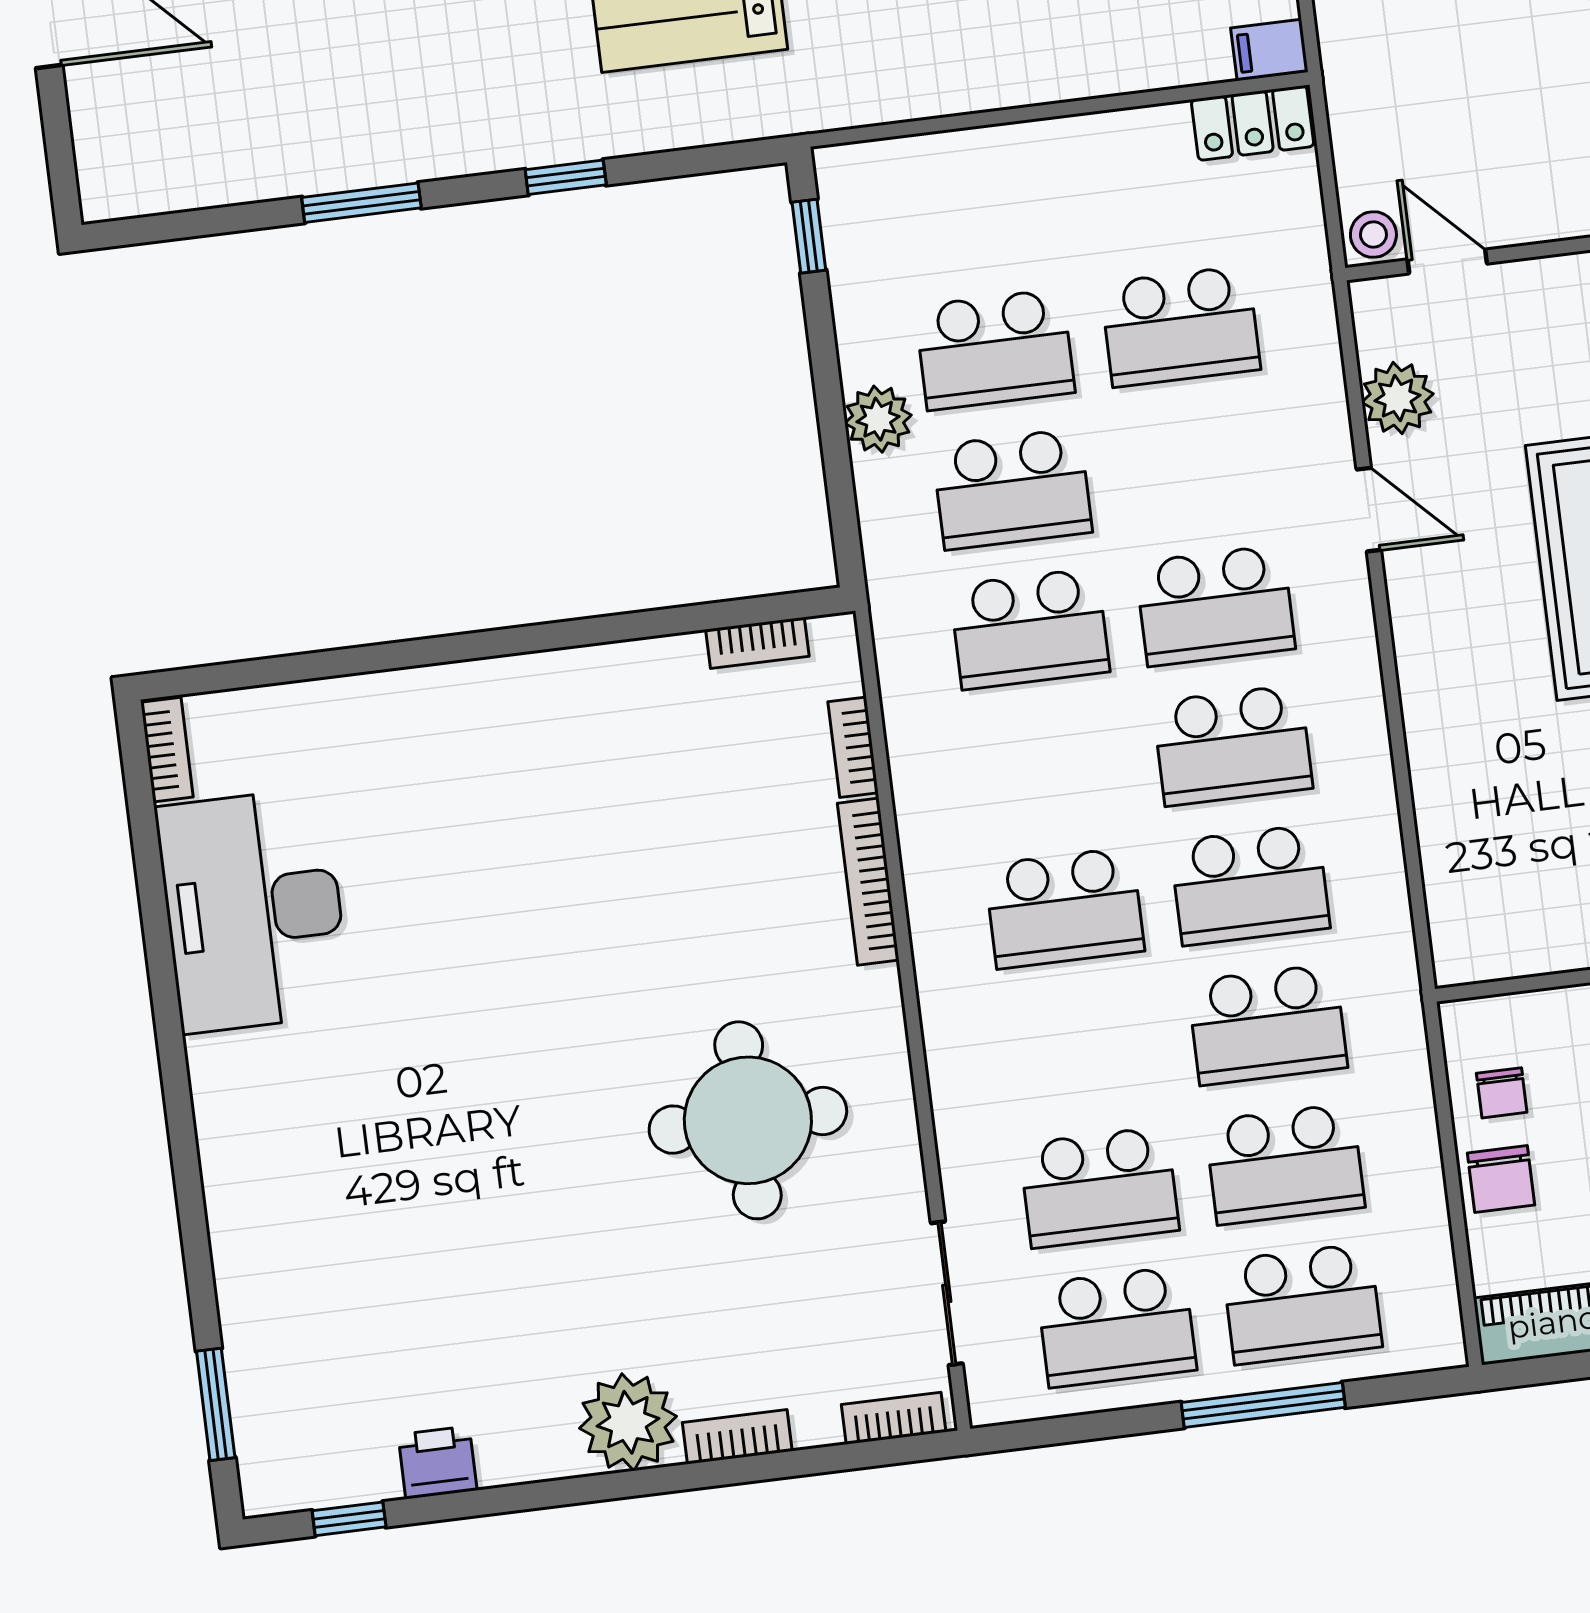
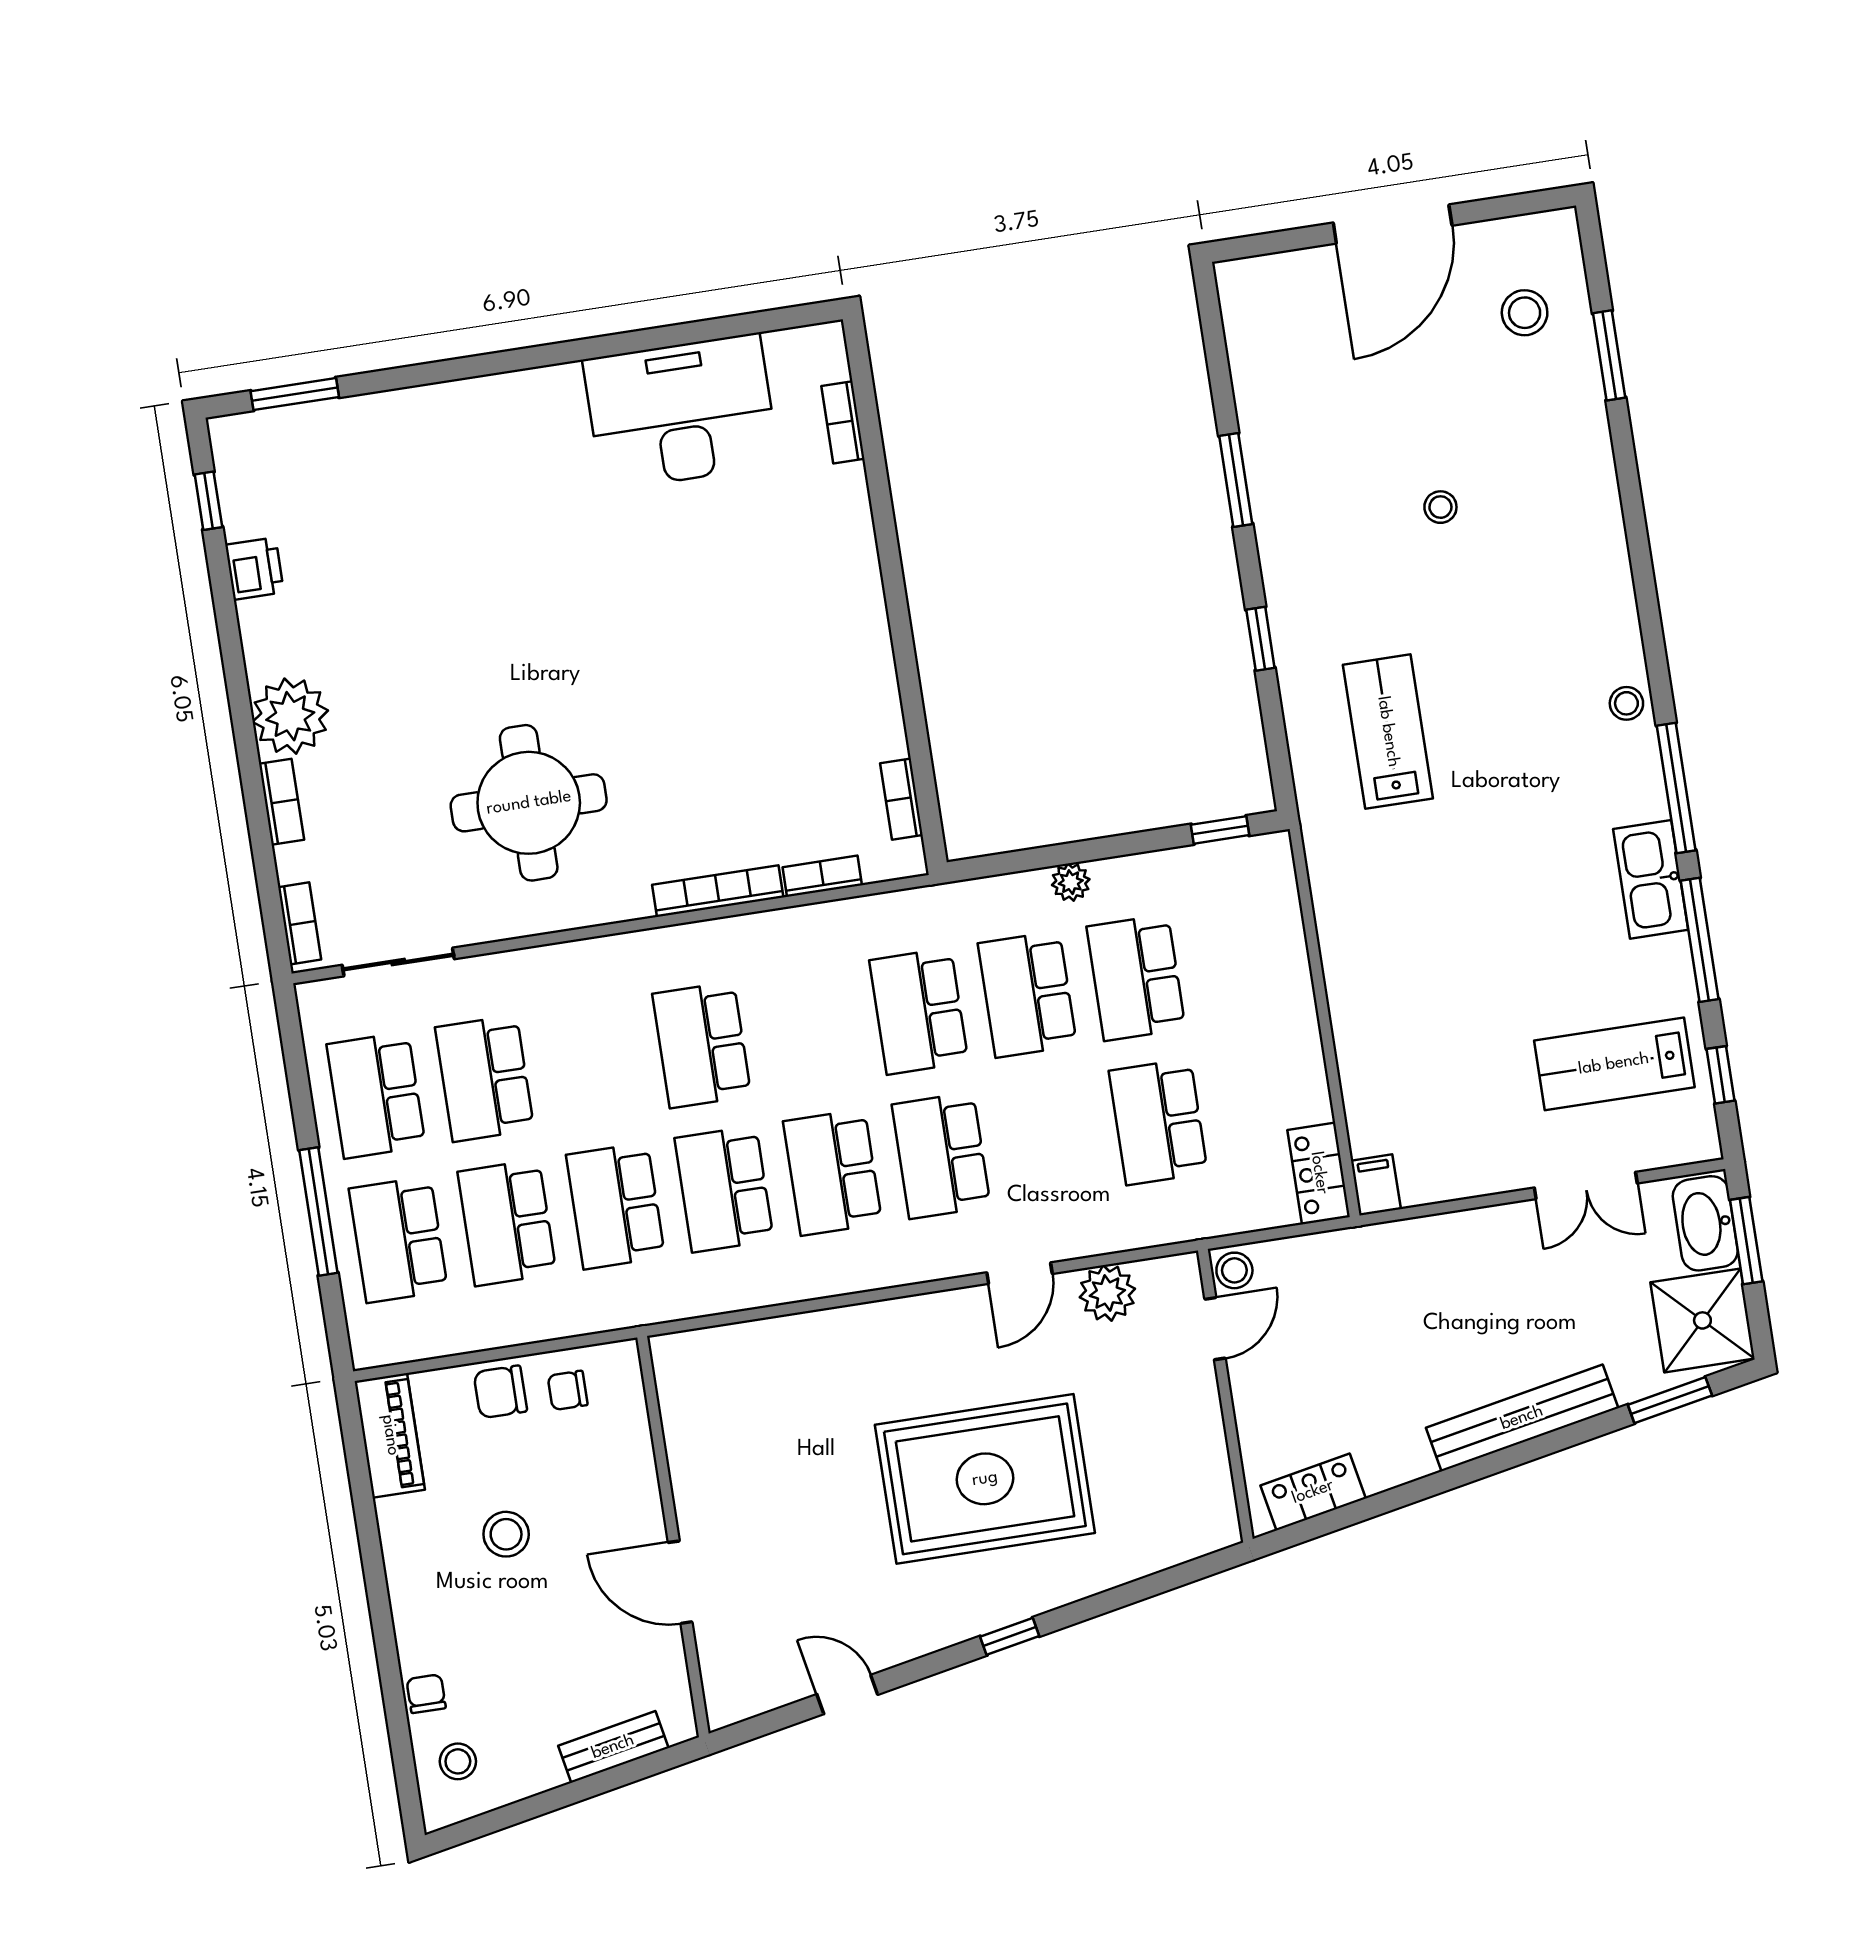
plant: (878, 419) -> (1071, 882), width x0.73, depth x0.73
bookcase: (167, 750) -> (843, 422), moved, turned 90

